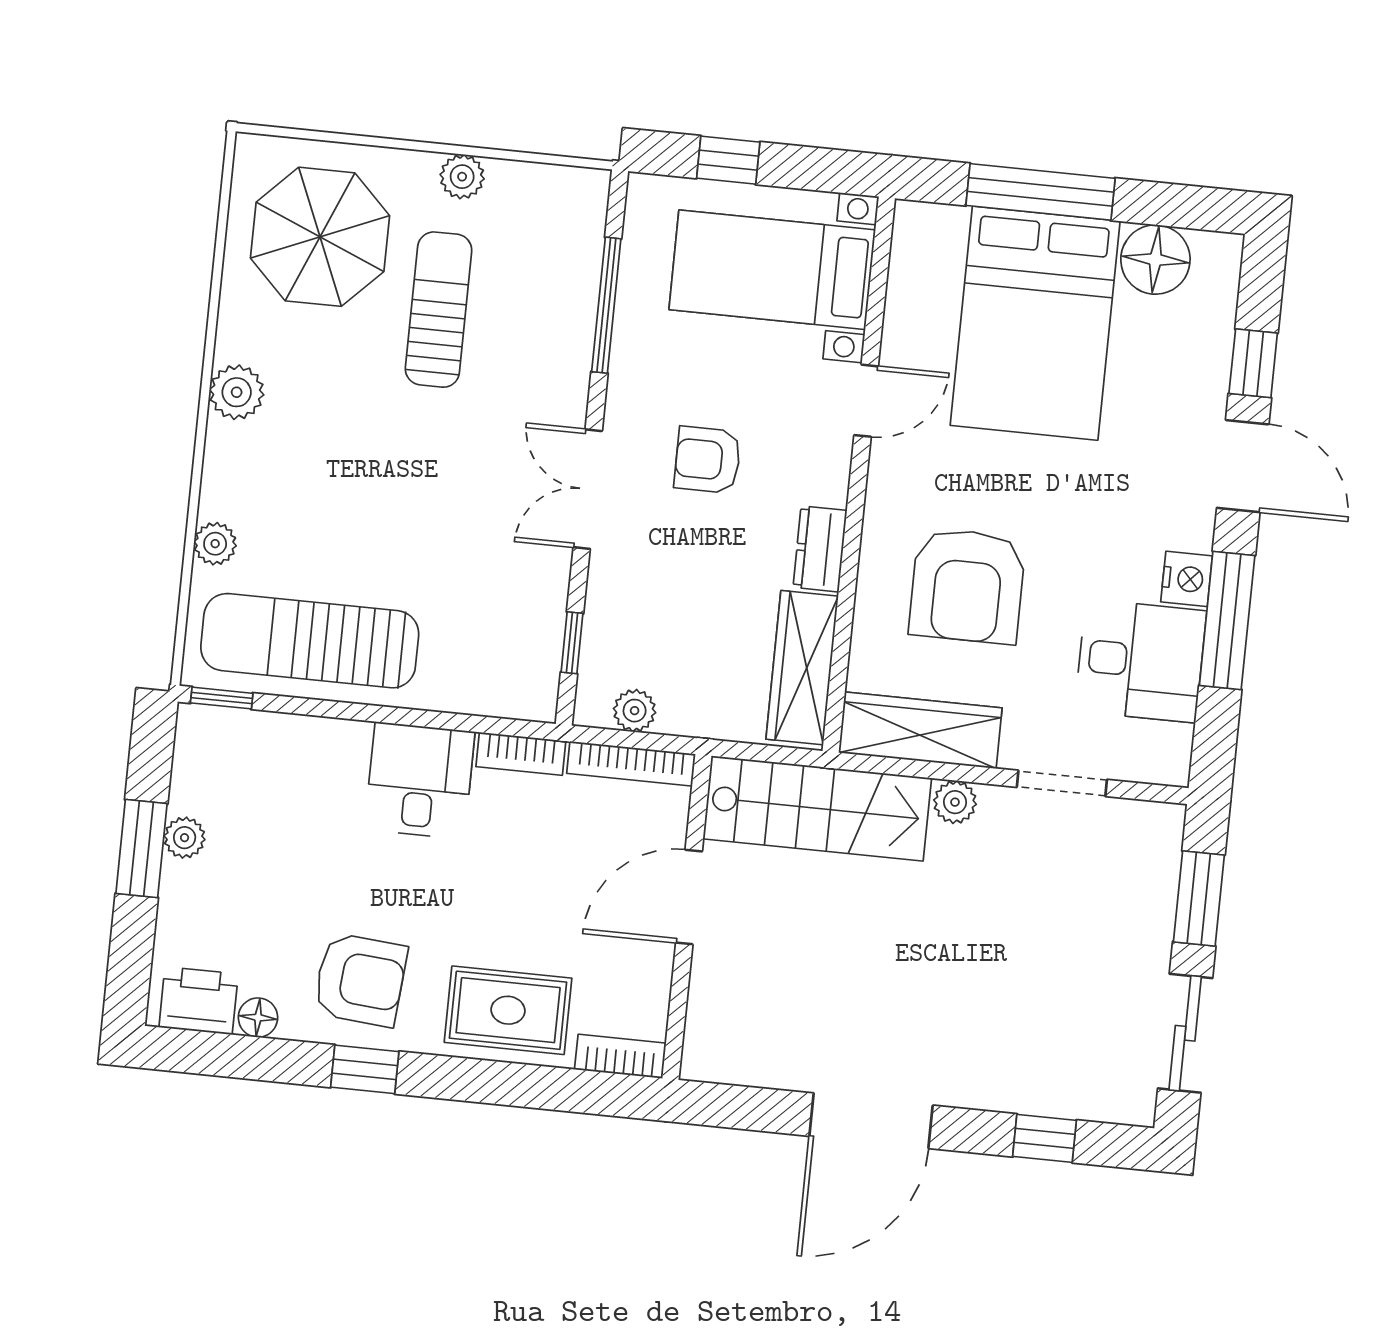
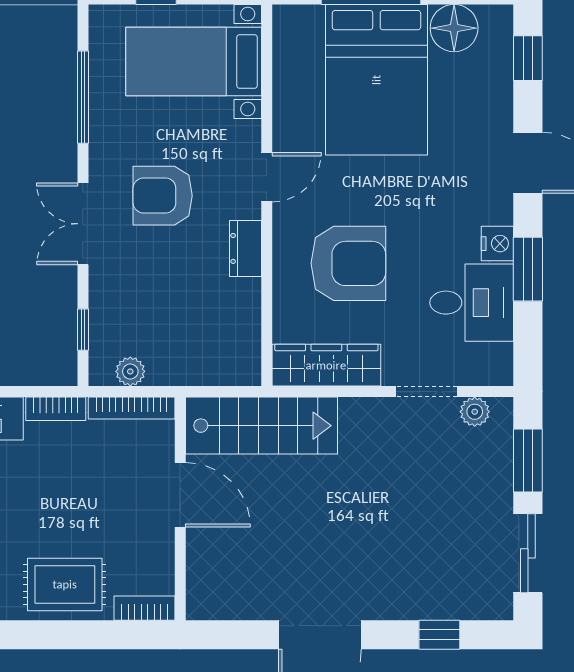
window: (1253, 363) -> (528, 58), moved
door: (866, 401) -> (267, 177), moved
armchair: (708, 460) -> (163, 196), width x1.38, depth x1.38
armchair: (967, 586) -> (348, 263), turned -90
window: (1227, 621) -> (528, 269), width x0.69
wardrobe: (802, 668) -> (241, 331), removed
plant: (955, 802) -> (475, 412), moved
door: (689, 897) -> (180, 495), swing flipped

